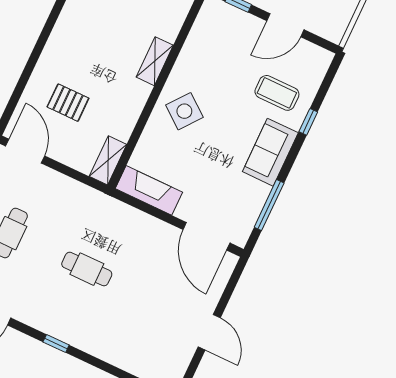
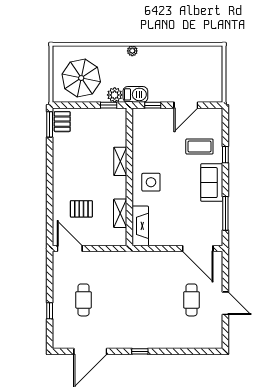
side table: (184, 111) -> (151, 182), turned -38
shelving: (108, 160) -> (120, 213), moved
fireplace: (149, 190) -> (140, 226), moved, turned 90
cafe table: (87, 269) -> (191, 300), moved, turned 90

